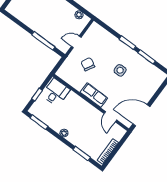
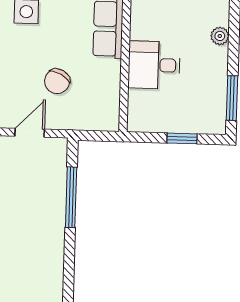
door: (76, 42) -> (30, 133), swing flipped
desk: (56, 92) -> (154, 65), moved

